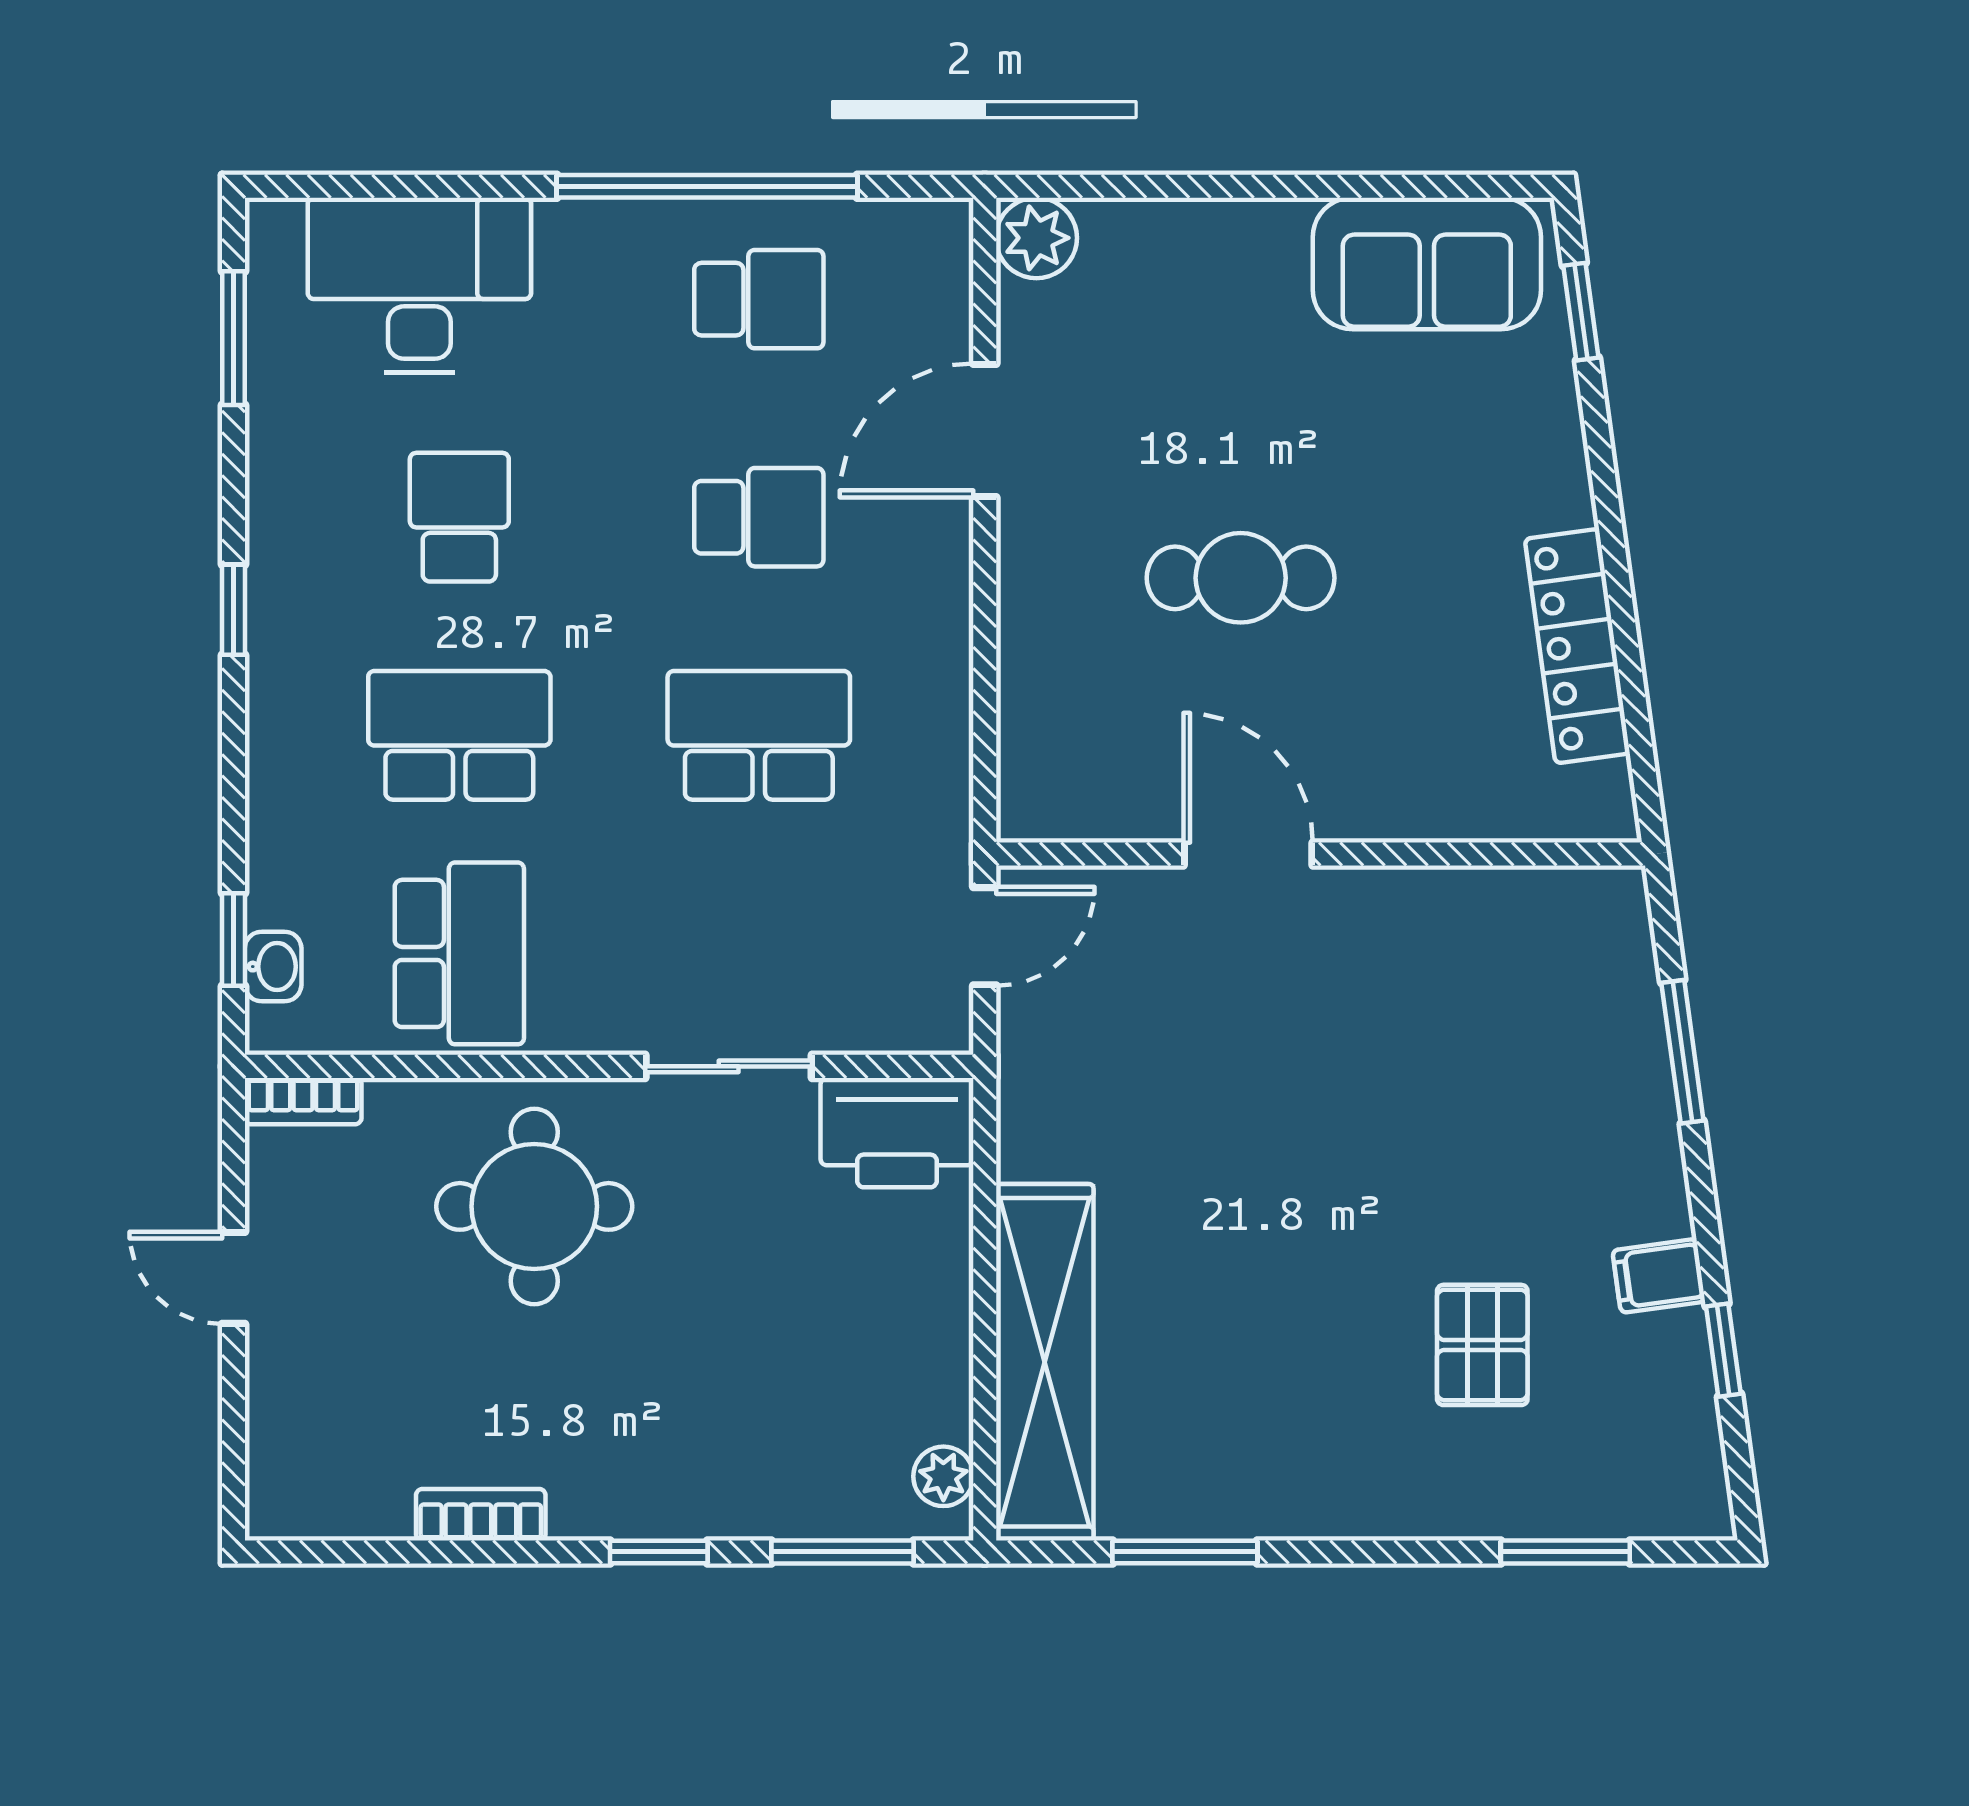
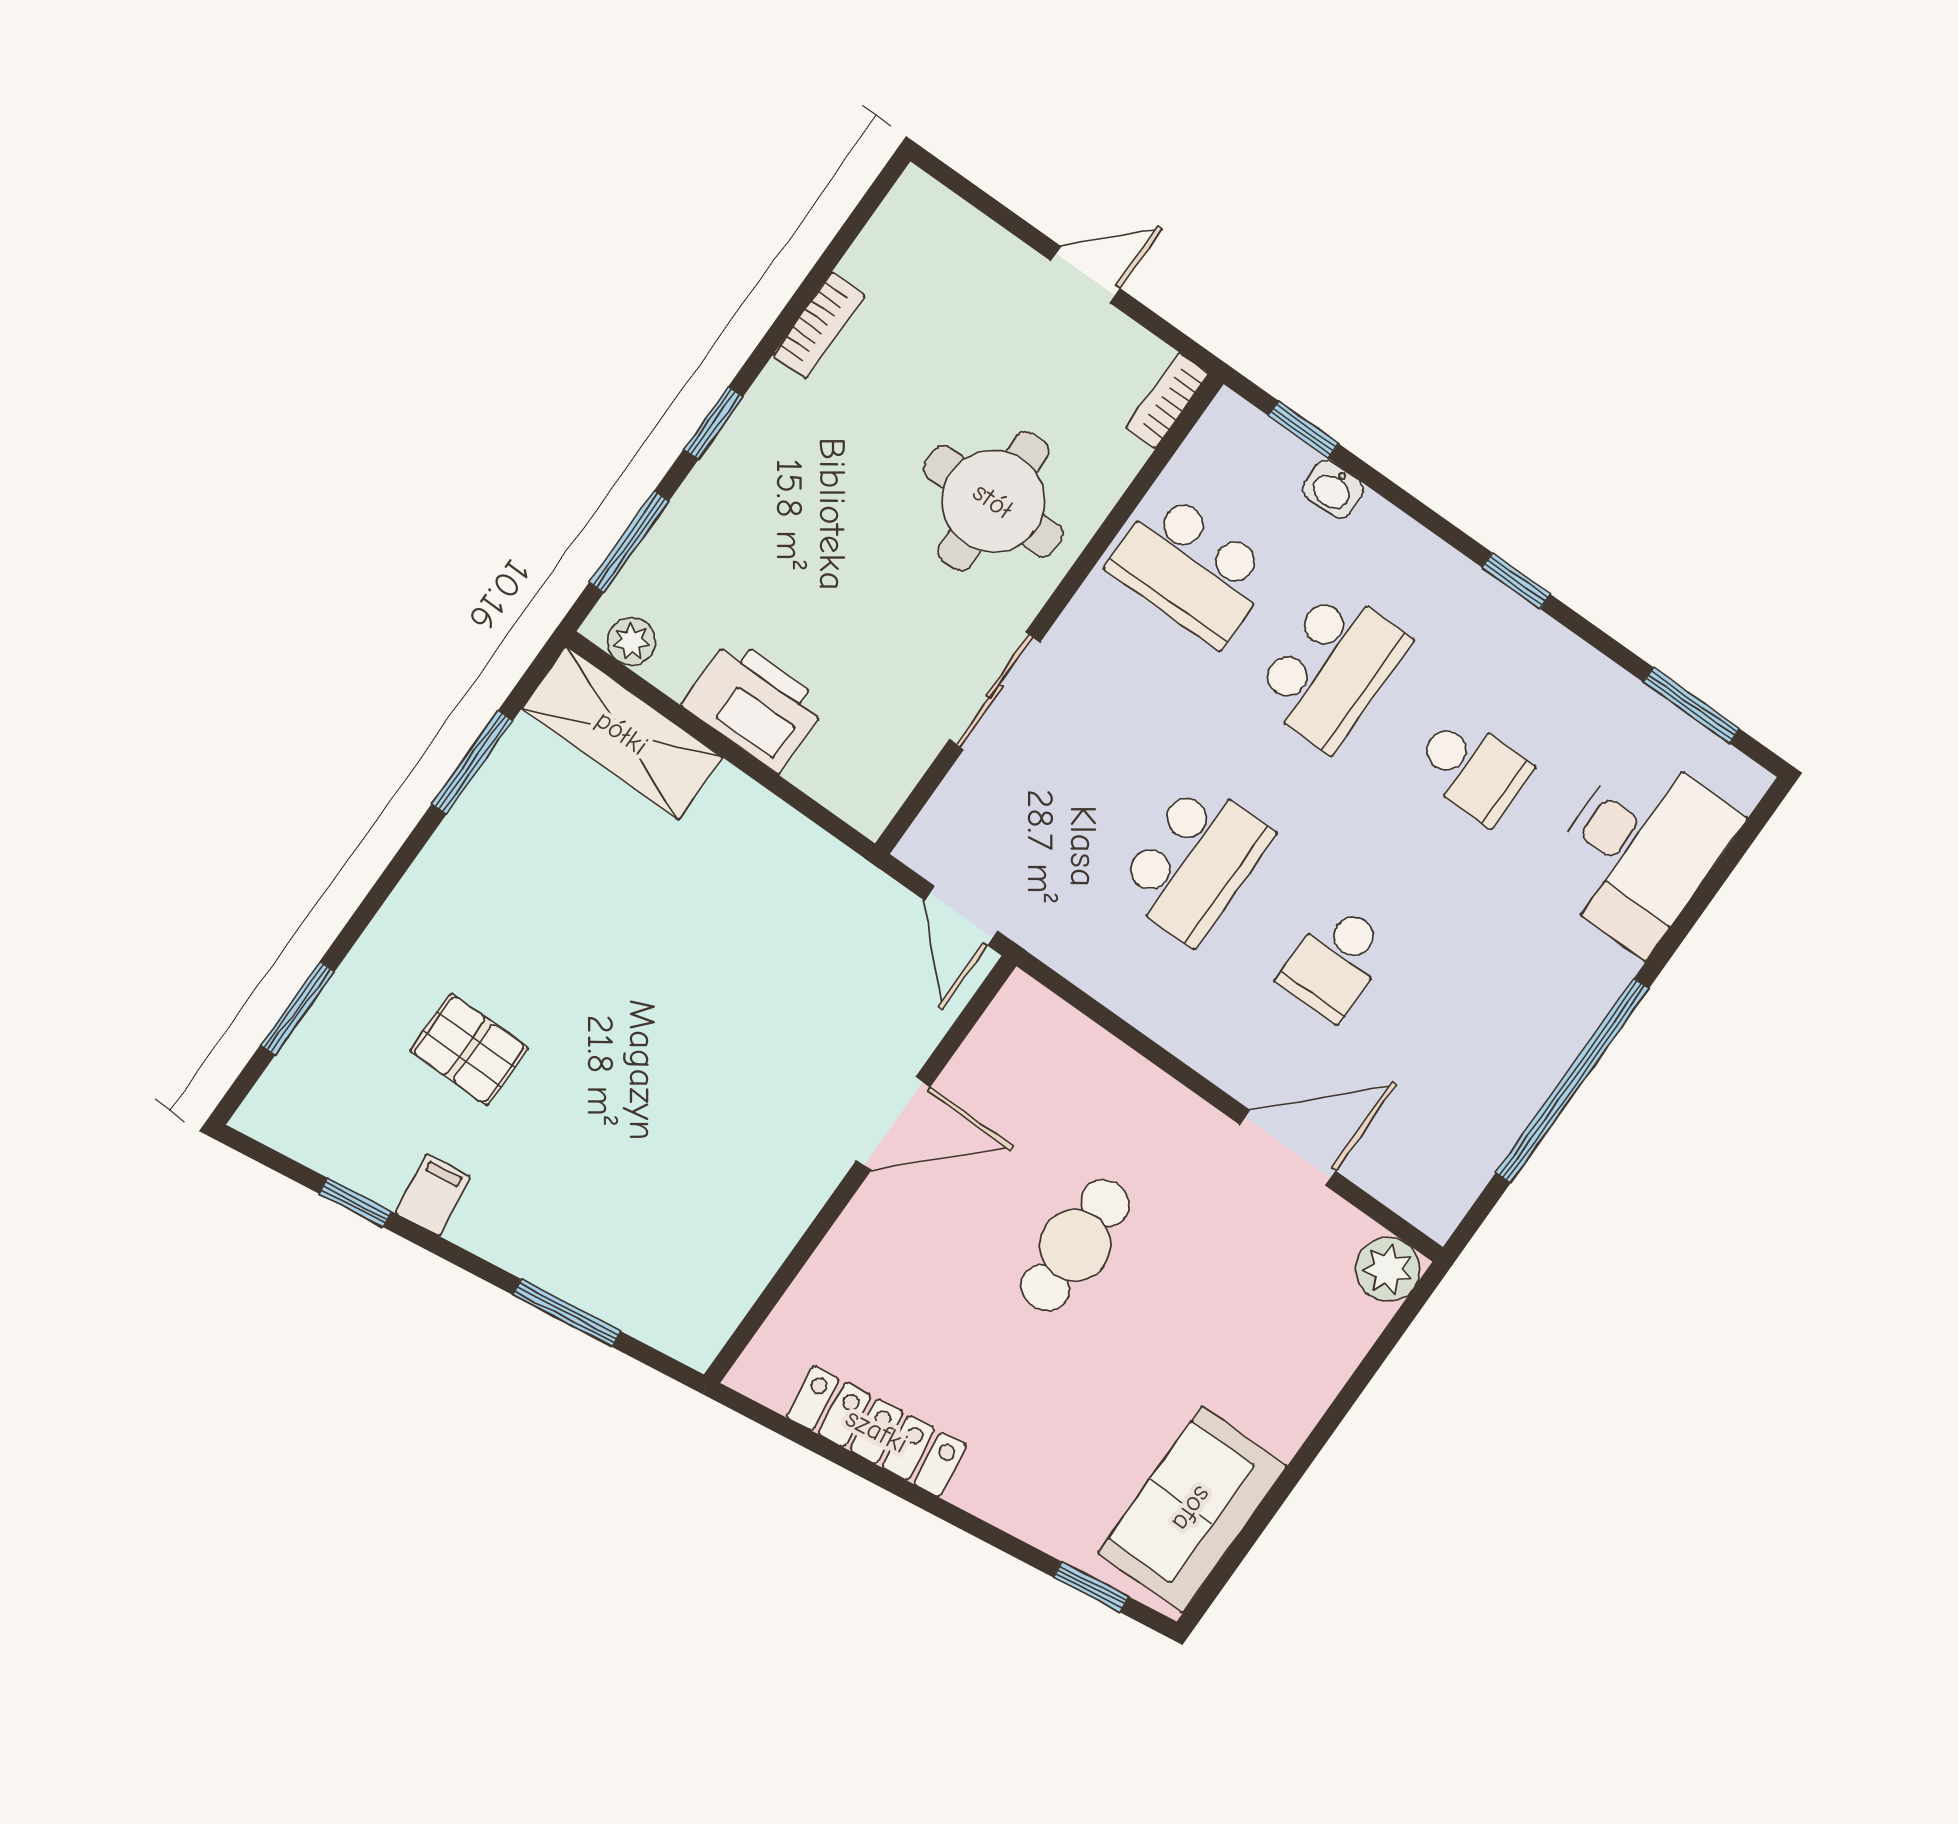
school desk: (759, 299) -> (1476, 1062), removed
door: (985, 430) -> (1287, 1148), hinge flipped
washbasin: (273, 967) -> (1333, 489), moved
printer: (897, 1133) -> (755, 705), moved, turned 90
shelving: (1045, 1362) -> (622, 733), width x0.68

